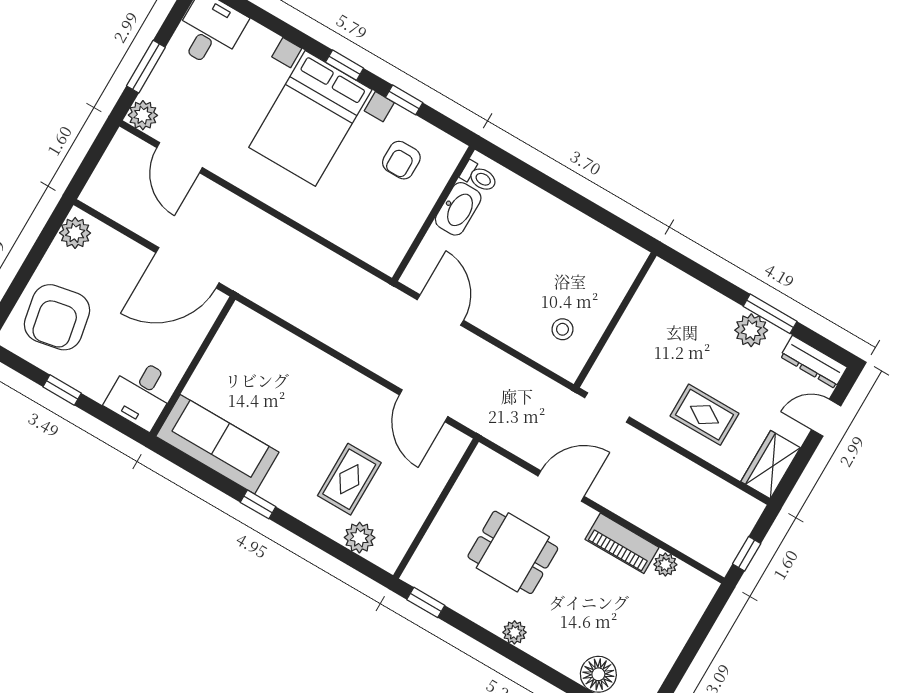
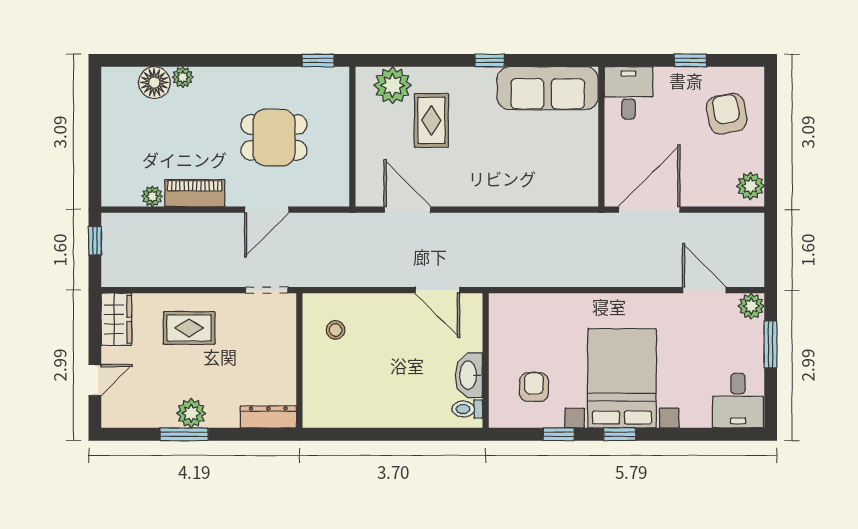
armchair: (57, 317) -> (727, 114), width x0.73, depth x0.73
dresser: (814, 362) -> (268, 417), moved
plant: (360, 538) -> (393, 85), width x1.36, depth x1.36
plant: (515, 632) -> (183, 77), moved

